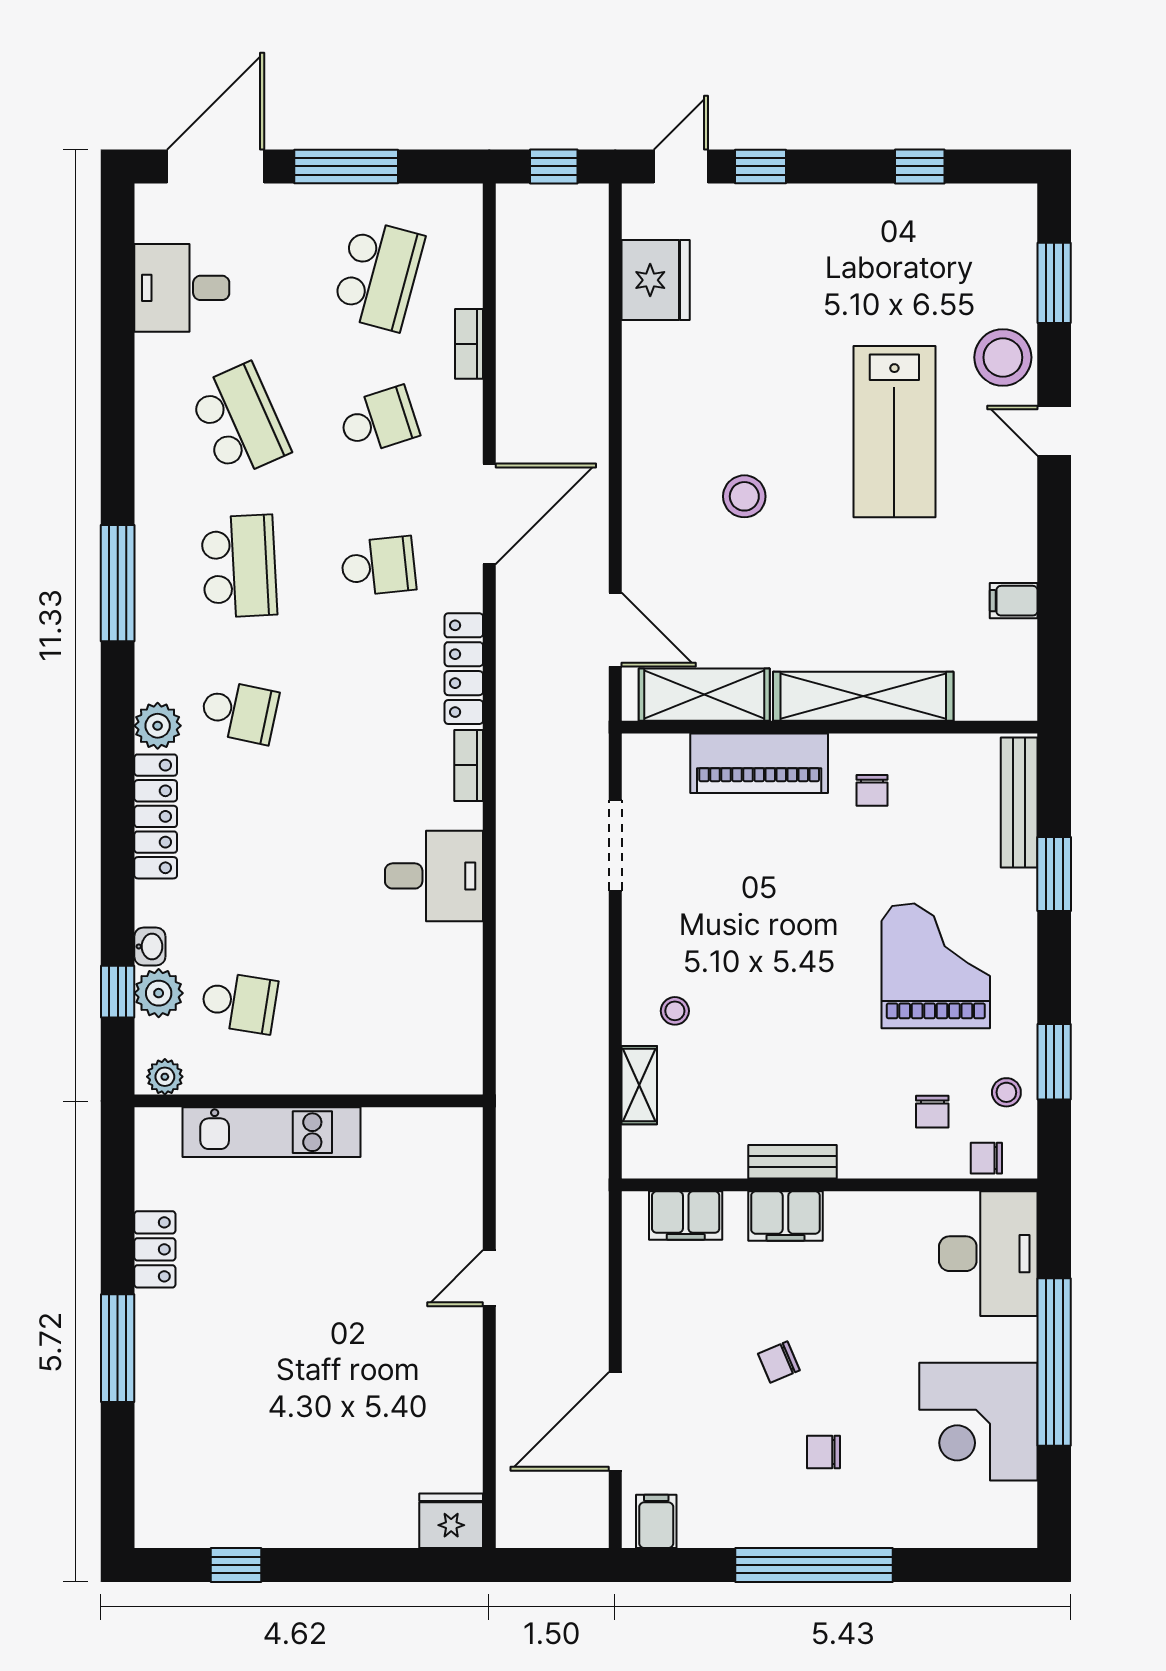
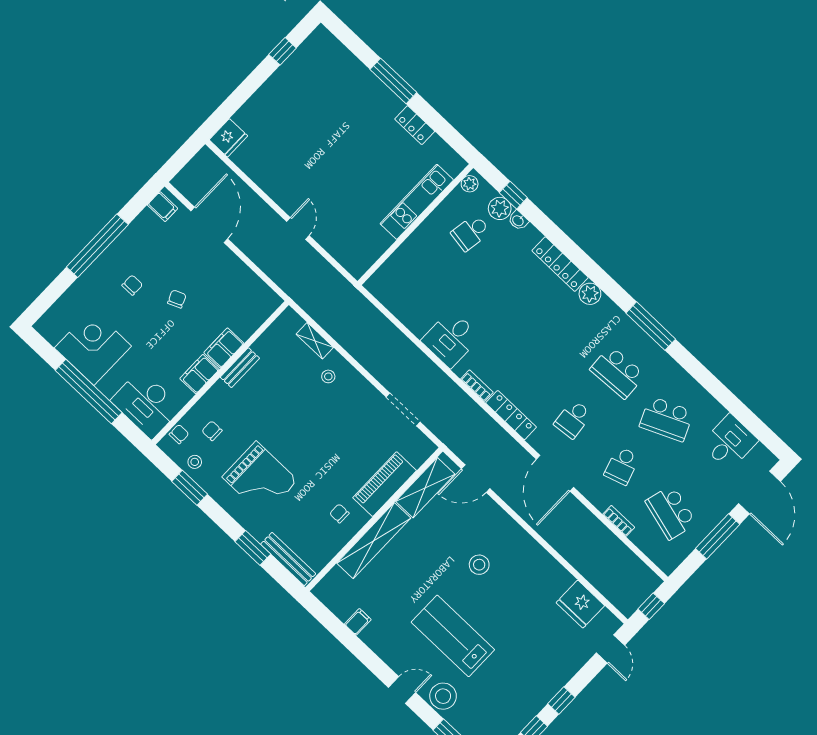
window: (761, 166) -> (561, 701), moved
school desk: (239, 712) -> (569, 326), removed
filing cabinet: (686, 1215) -> (199, 374), moved

